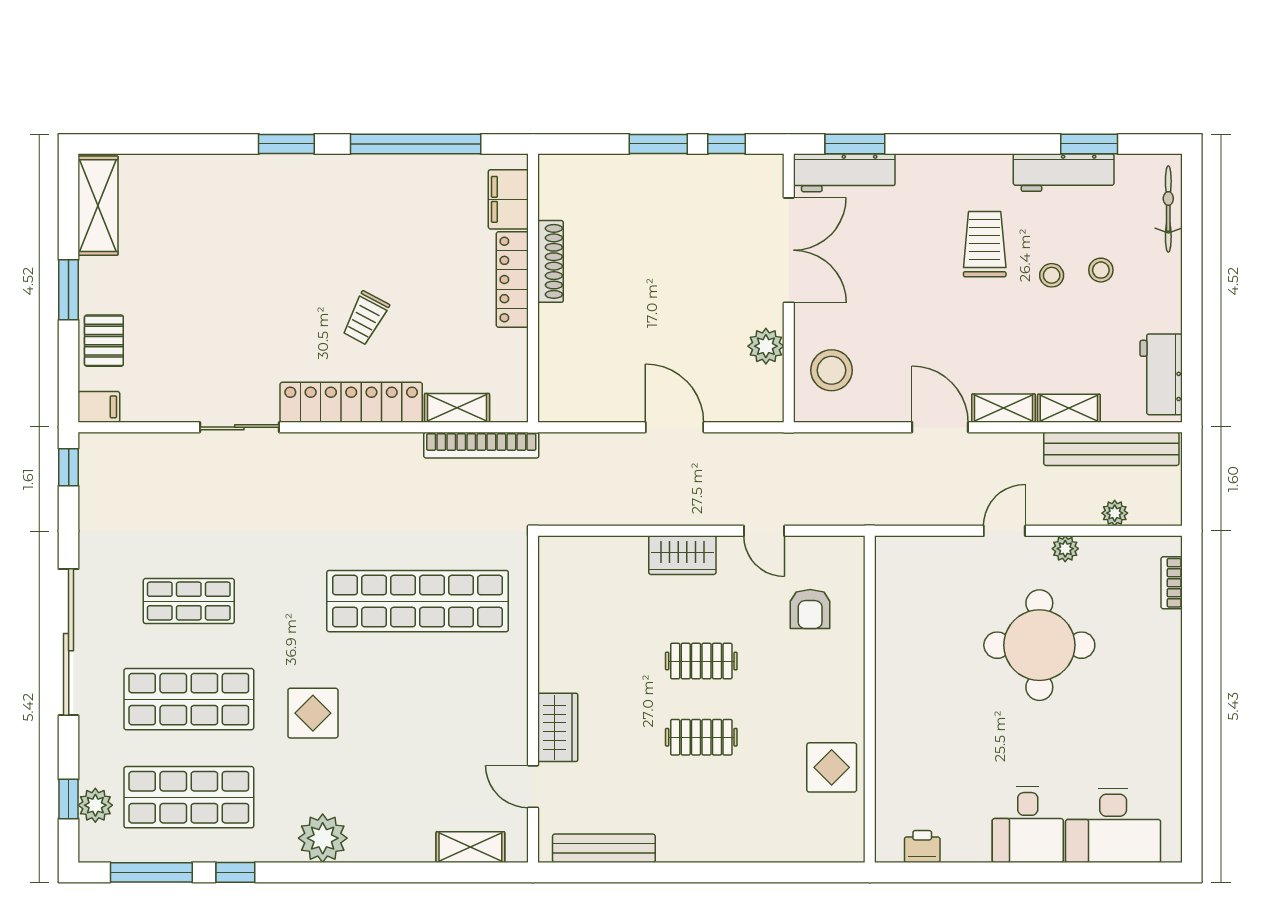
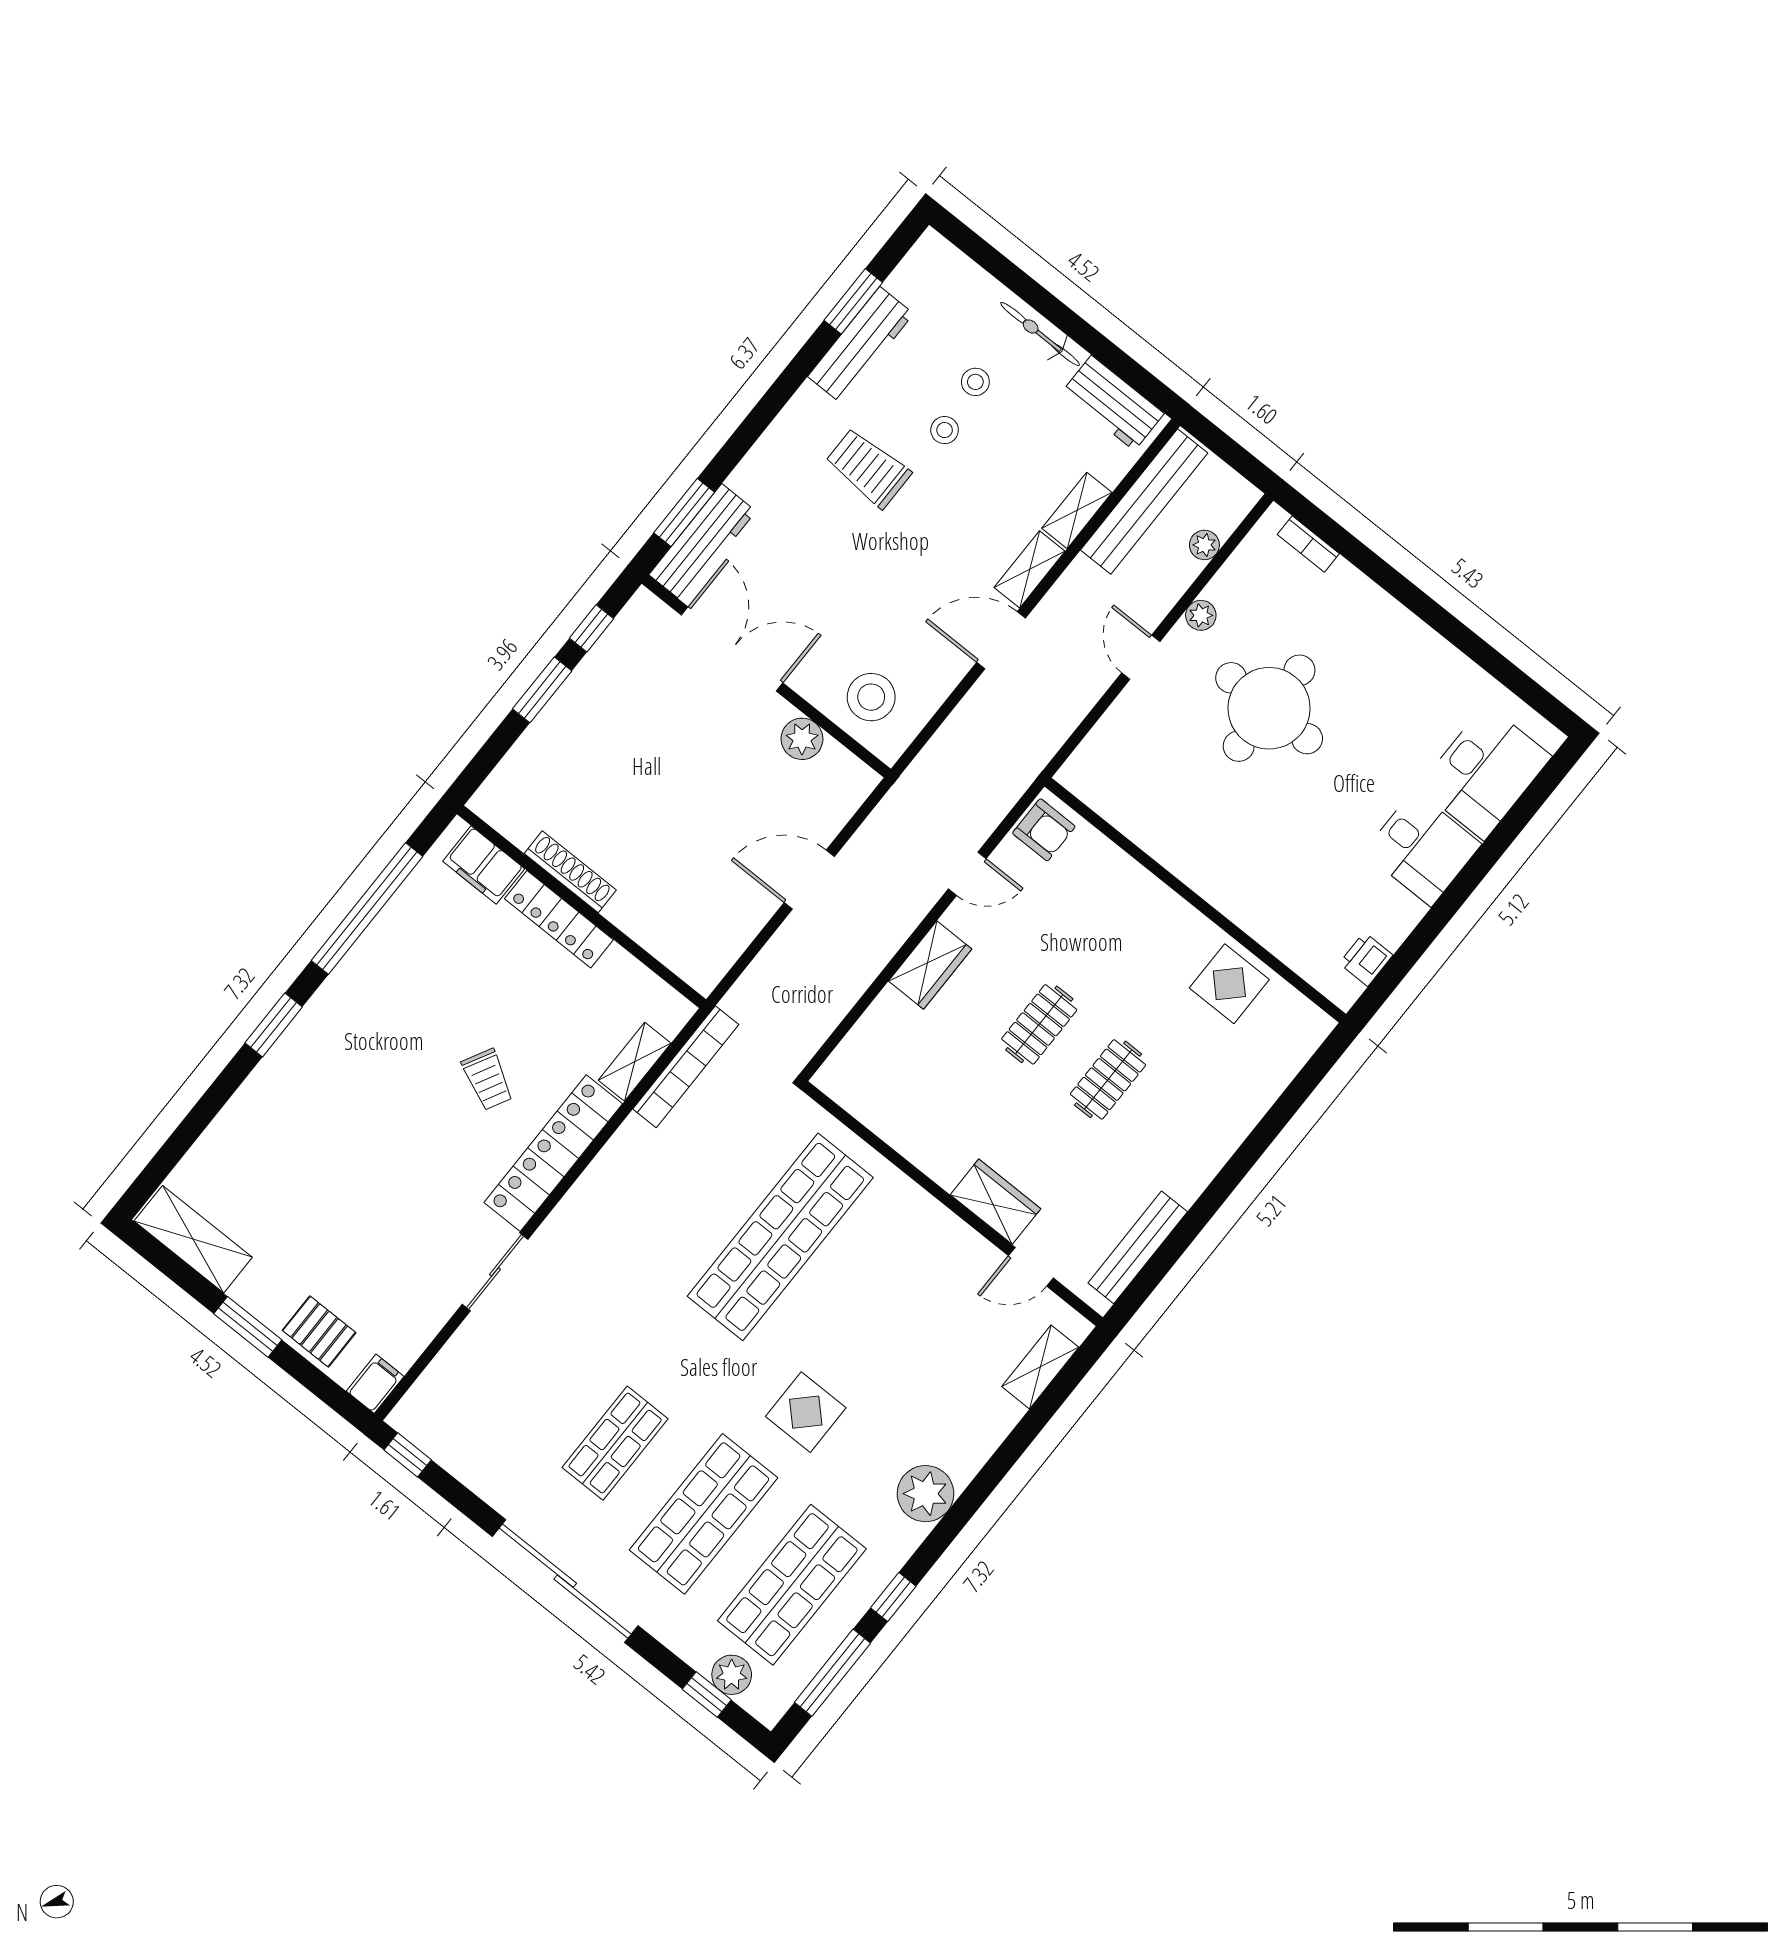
bicycle: (1168, 209) -> (1040, 334), moved
armchair: (810, 609) -> (1044, 830), moved

